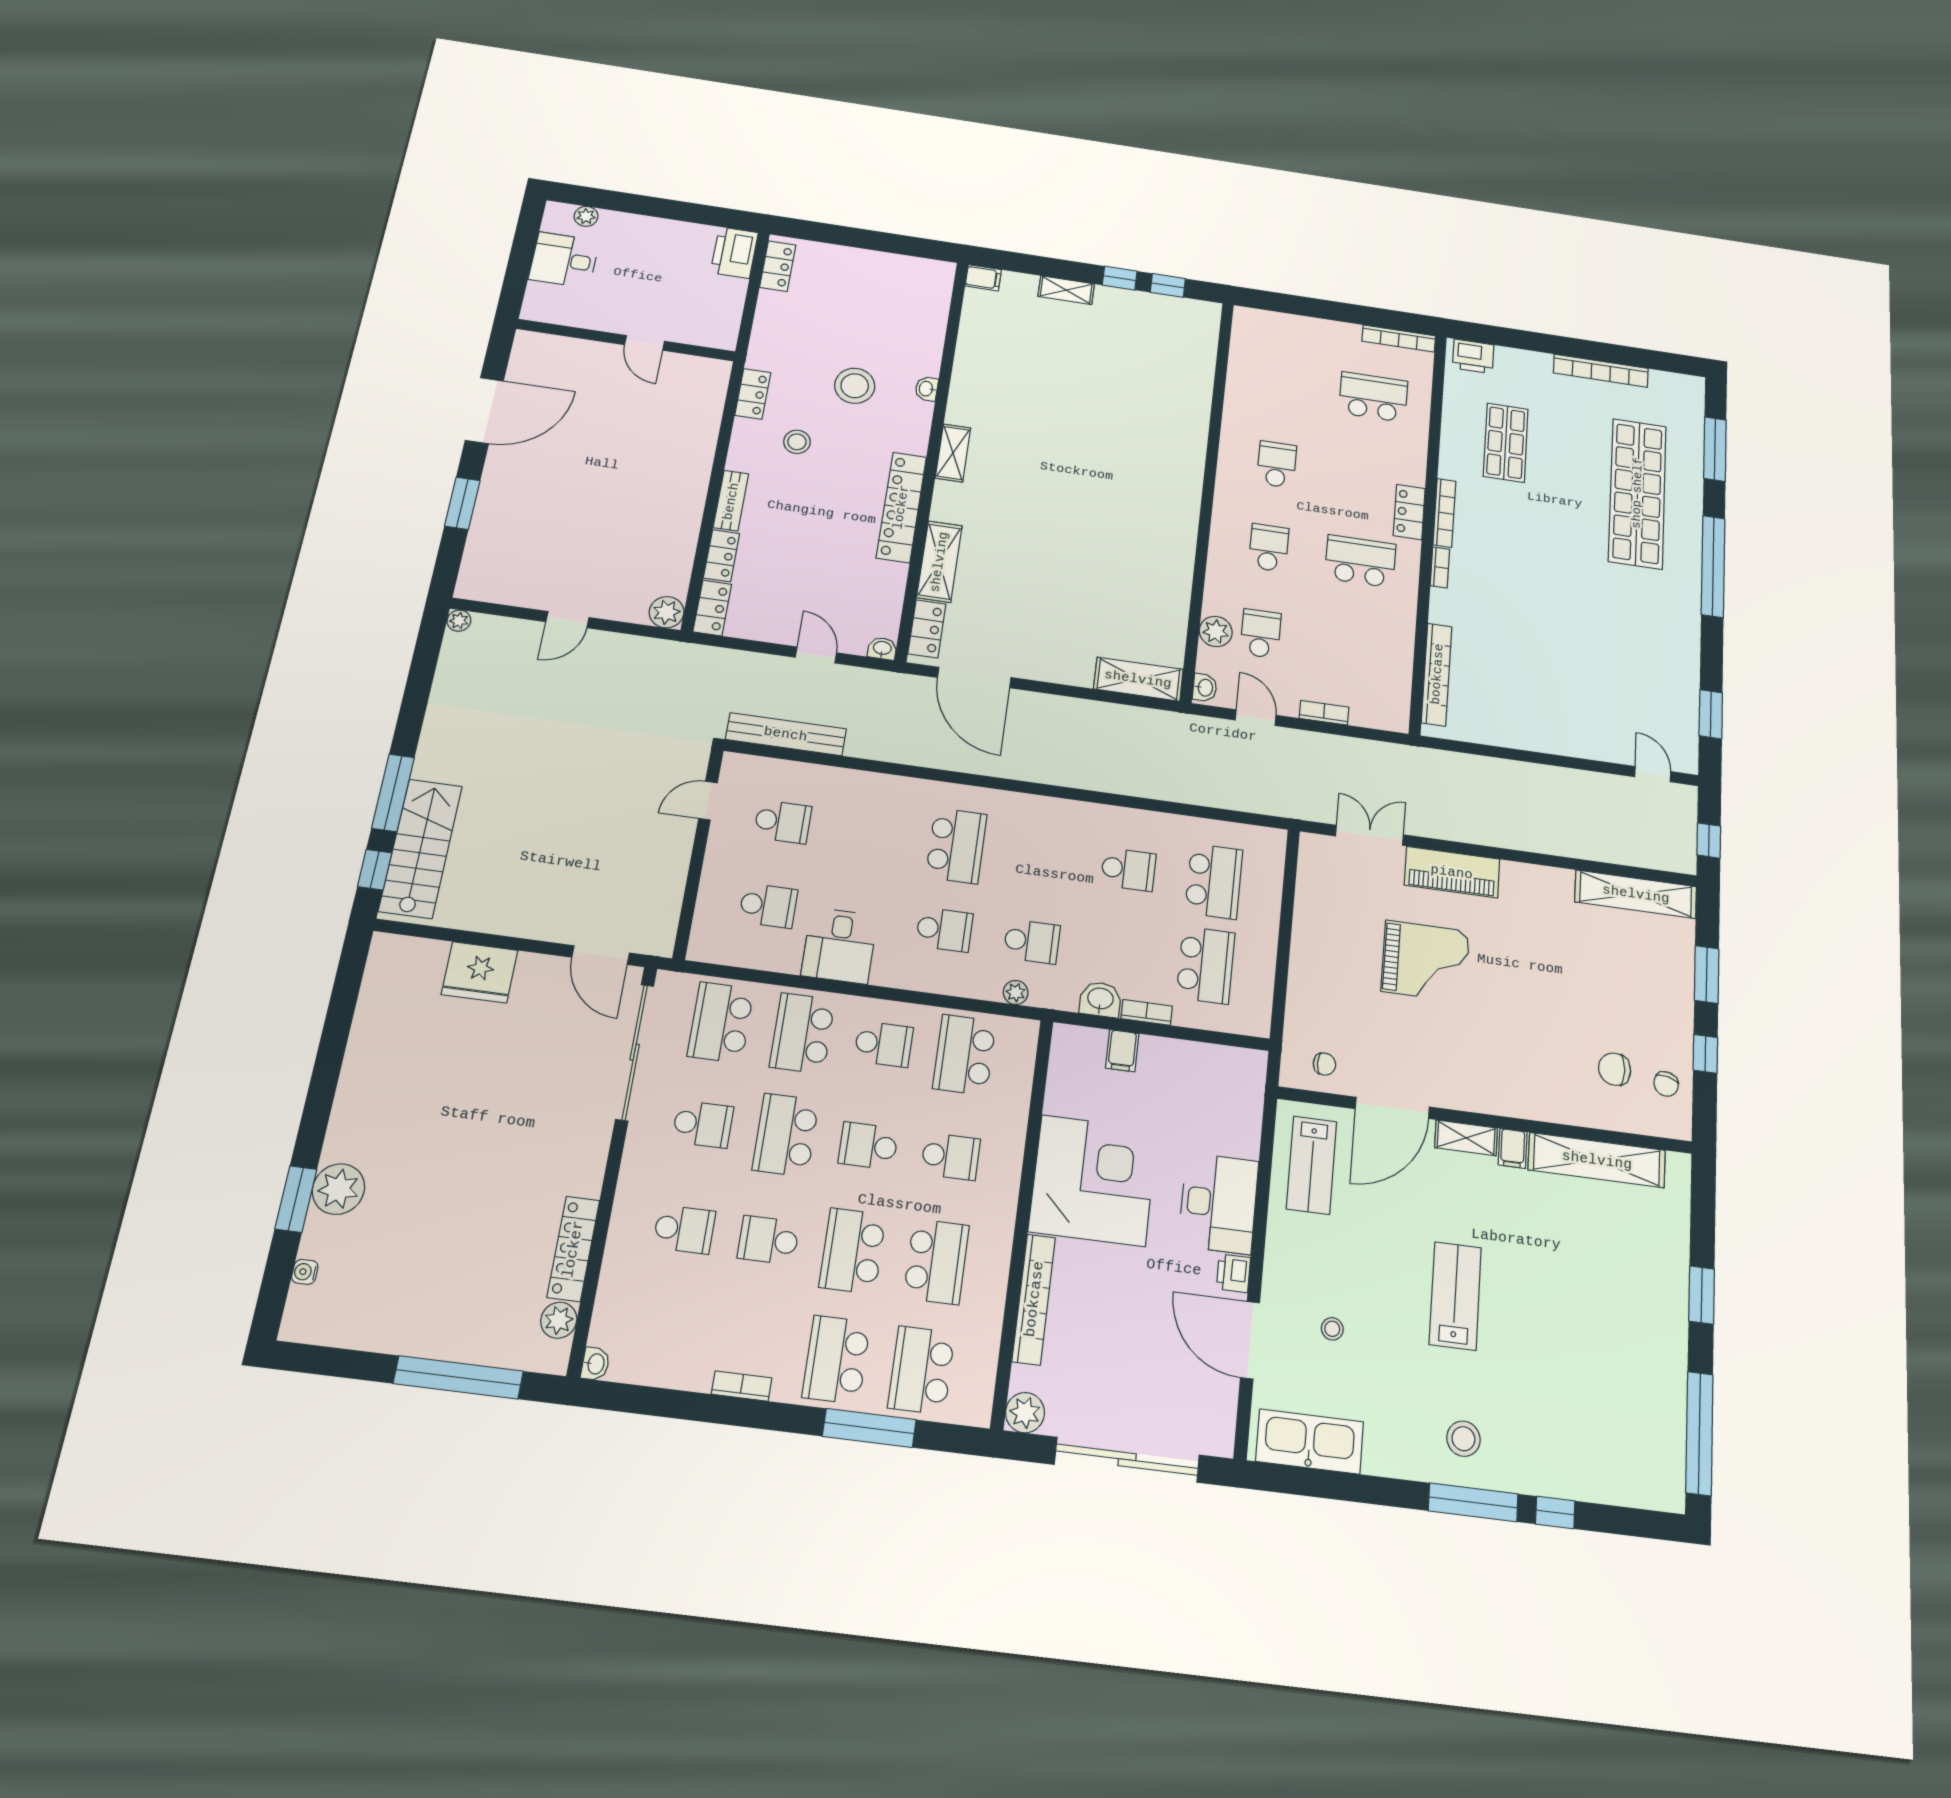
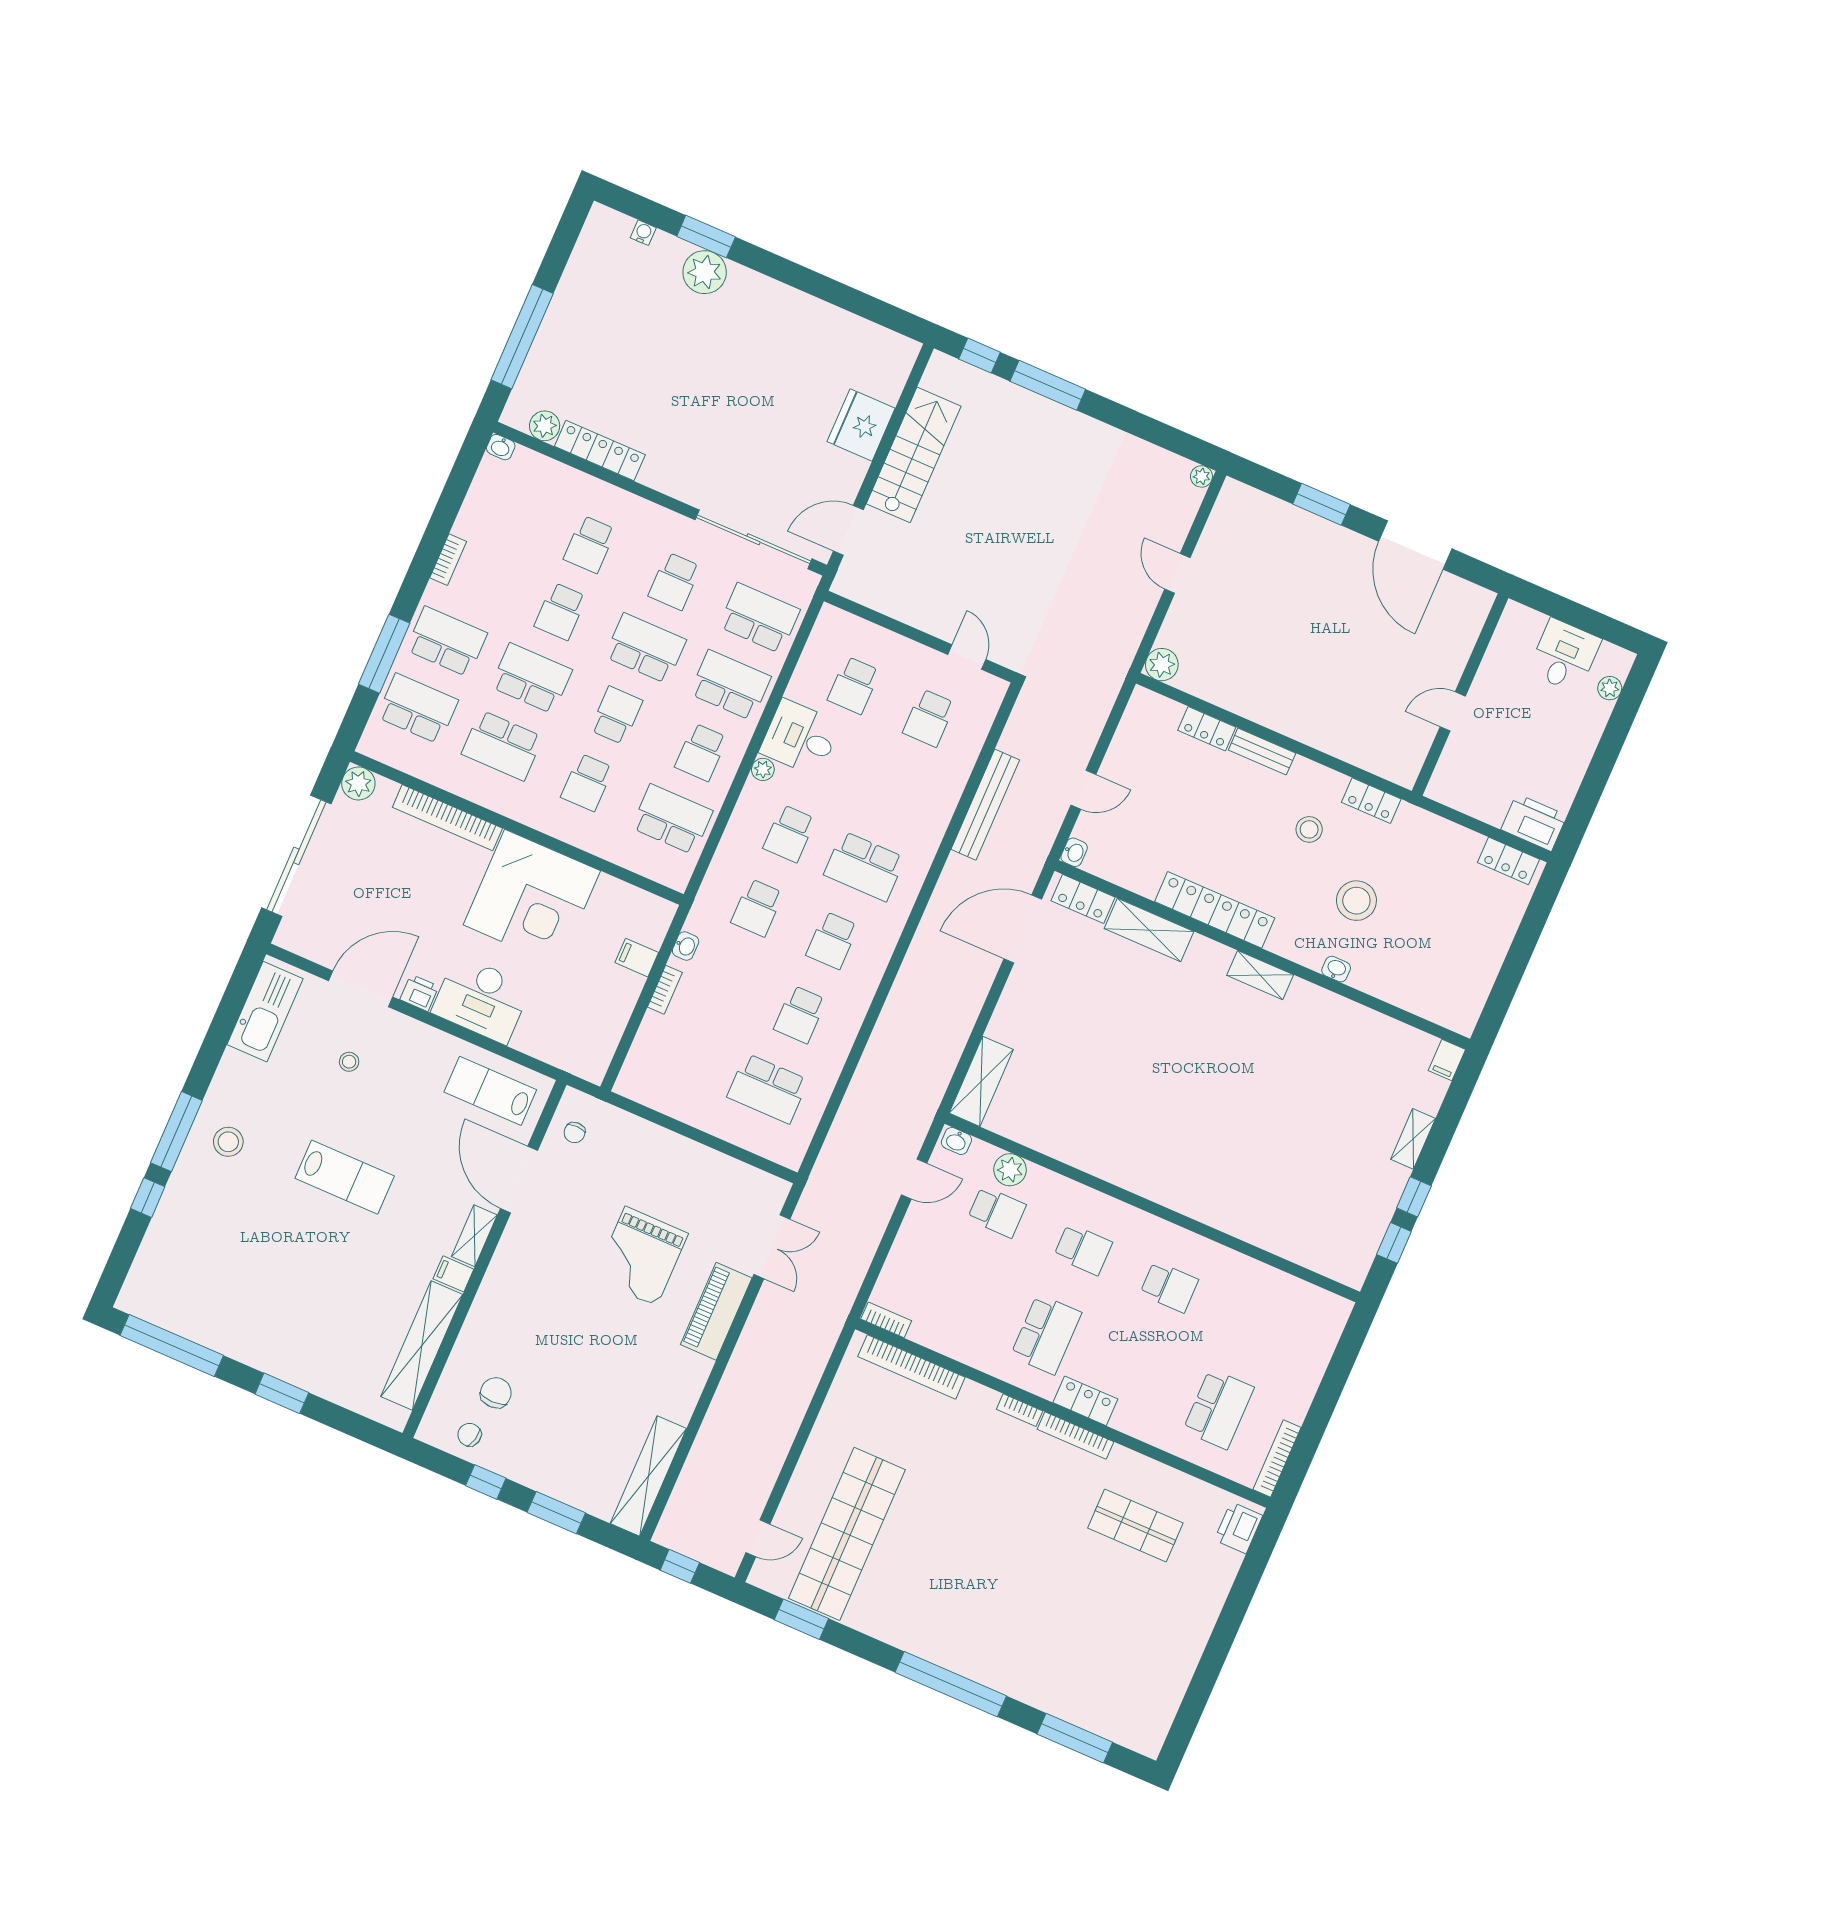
bookcase: (1601, 371) -> (1190, 1654), removed
shop shelf: (1637, 493) -> (847, 1534), moved, turned 90
locker: (712, 608) -> (1155, 707), removed
bookcase: (1324, 713) -> (886, 1320), moved, turned -90
bench: (786, 734) -> (985, 805), moved
stairs: (421, 848) -> (914, 455), moved, turned -90
school desk: (1206, 965) -> (832, 940), moved, width x0.54
plant: (1016, 992) -> (763, 769), moved
washbasin: (1100, 999) -> (686, 946), width x0.72, depth x0.69
school desk: (769, 1240) -> (561, 611), turned 180

